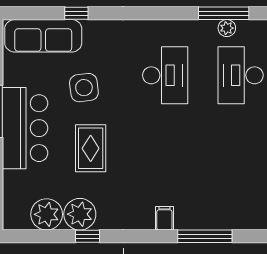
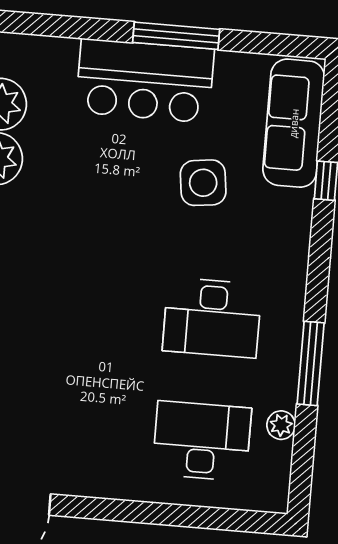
window: (224, 13) -> (311, 363), moved
rug: (91, 148) -> (103, 185), removed

